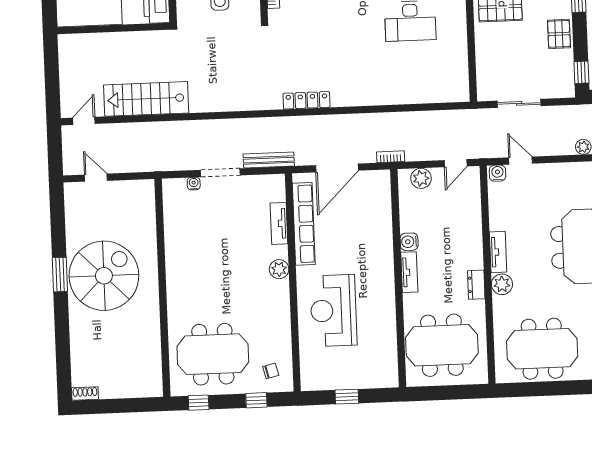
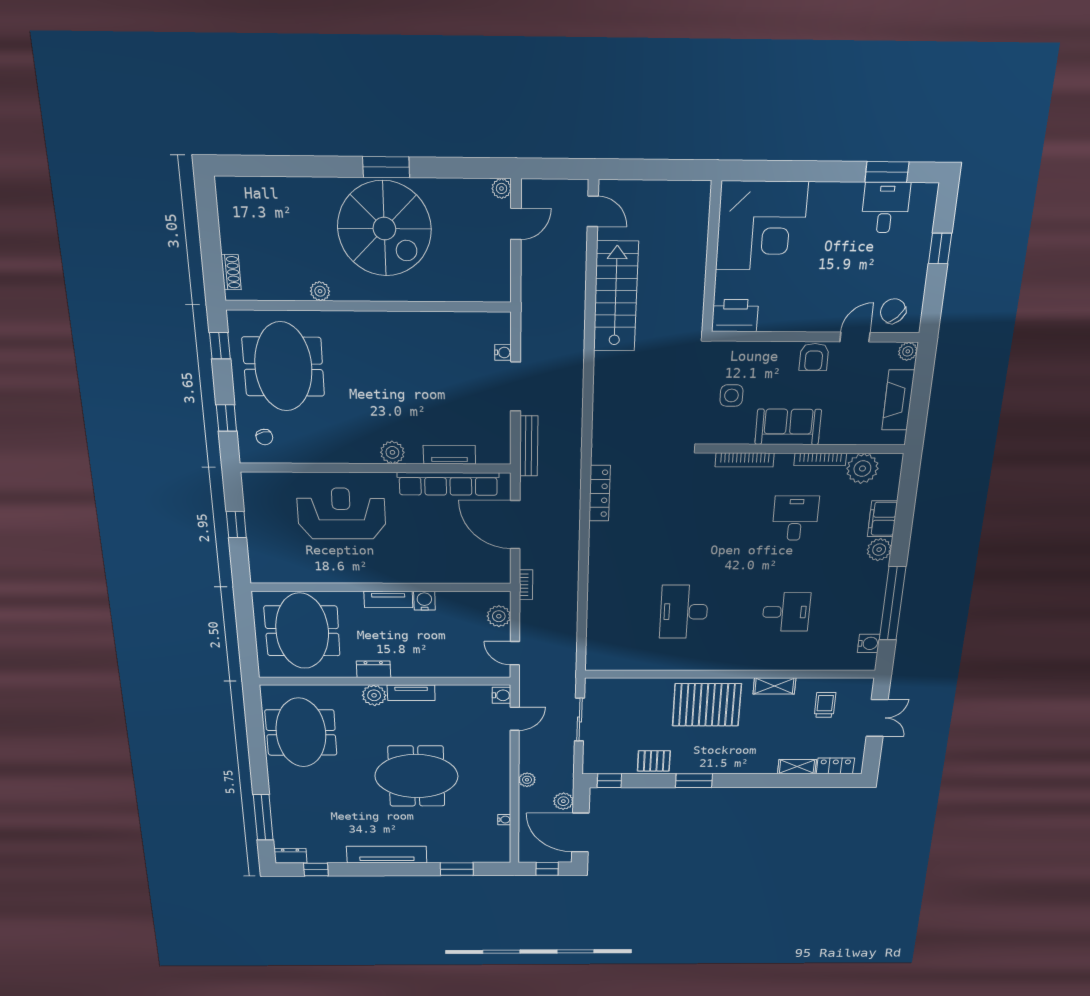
plant: (71, 189) -> (501, 188), added
plant: (153, 325) -> (320, 291), added
shoe rack: (85, 394) -> (231, 272), moved

